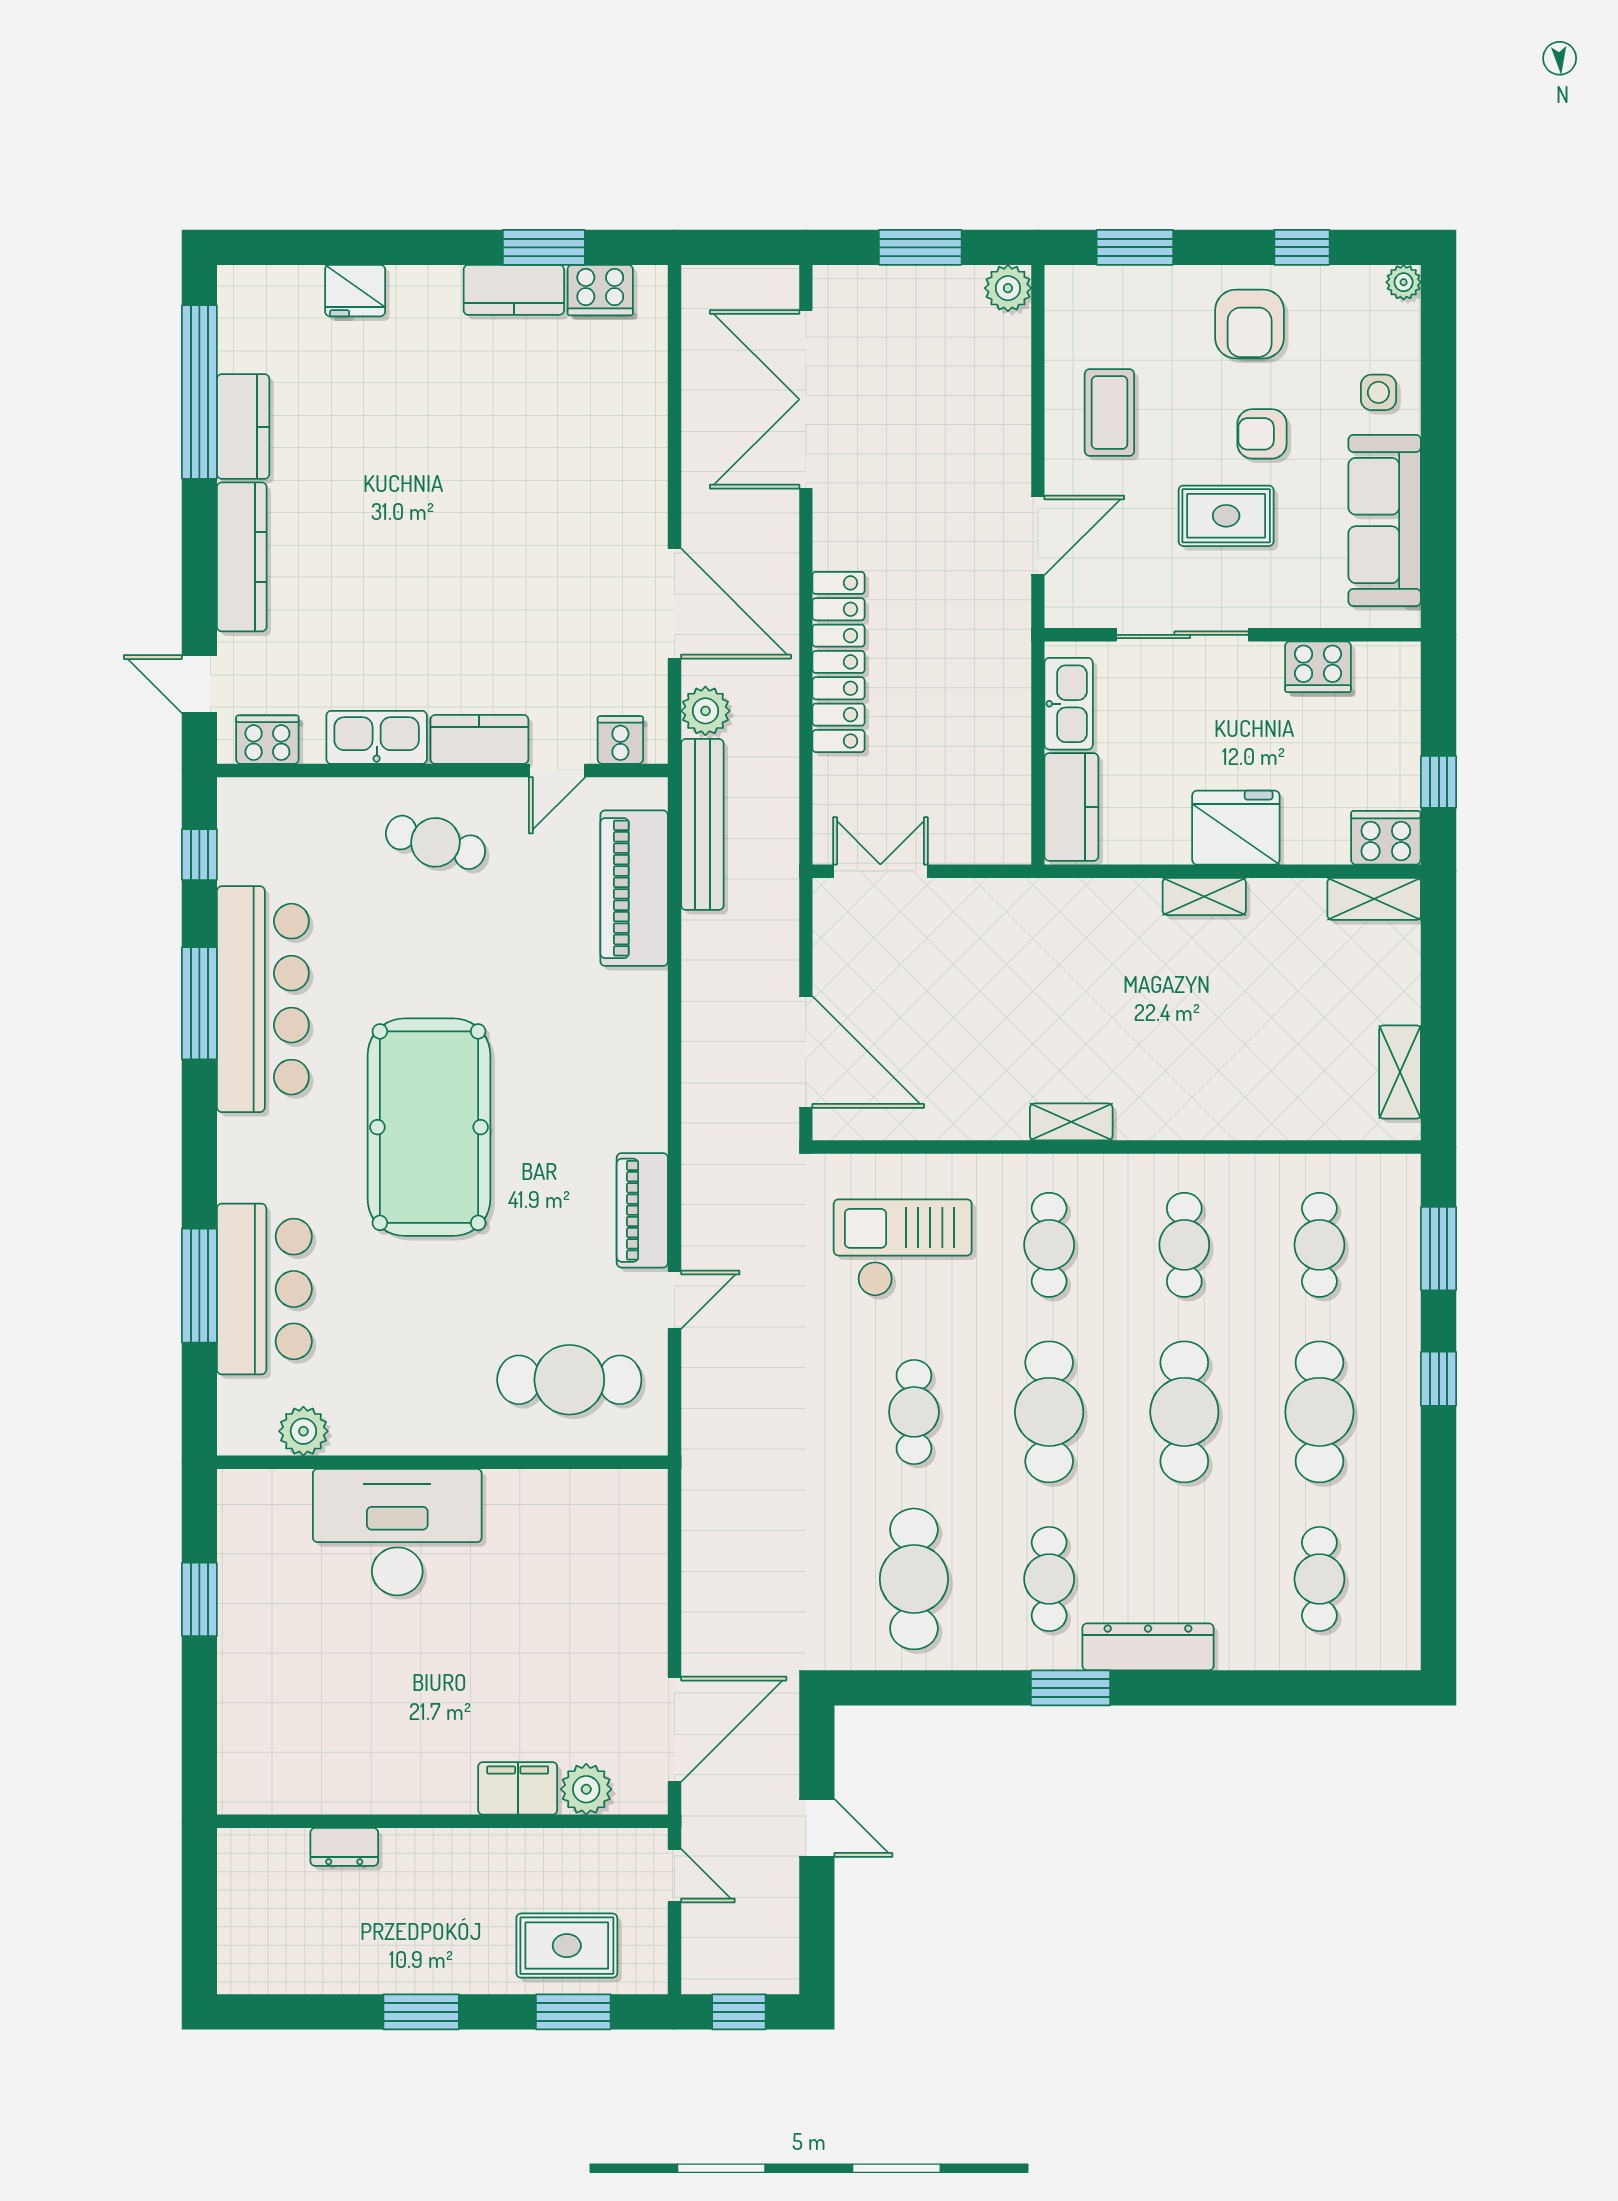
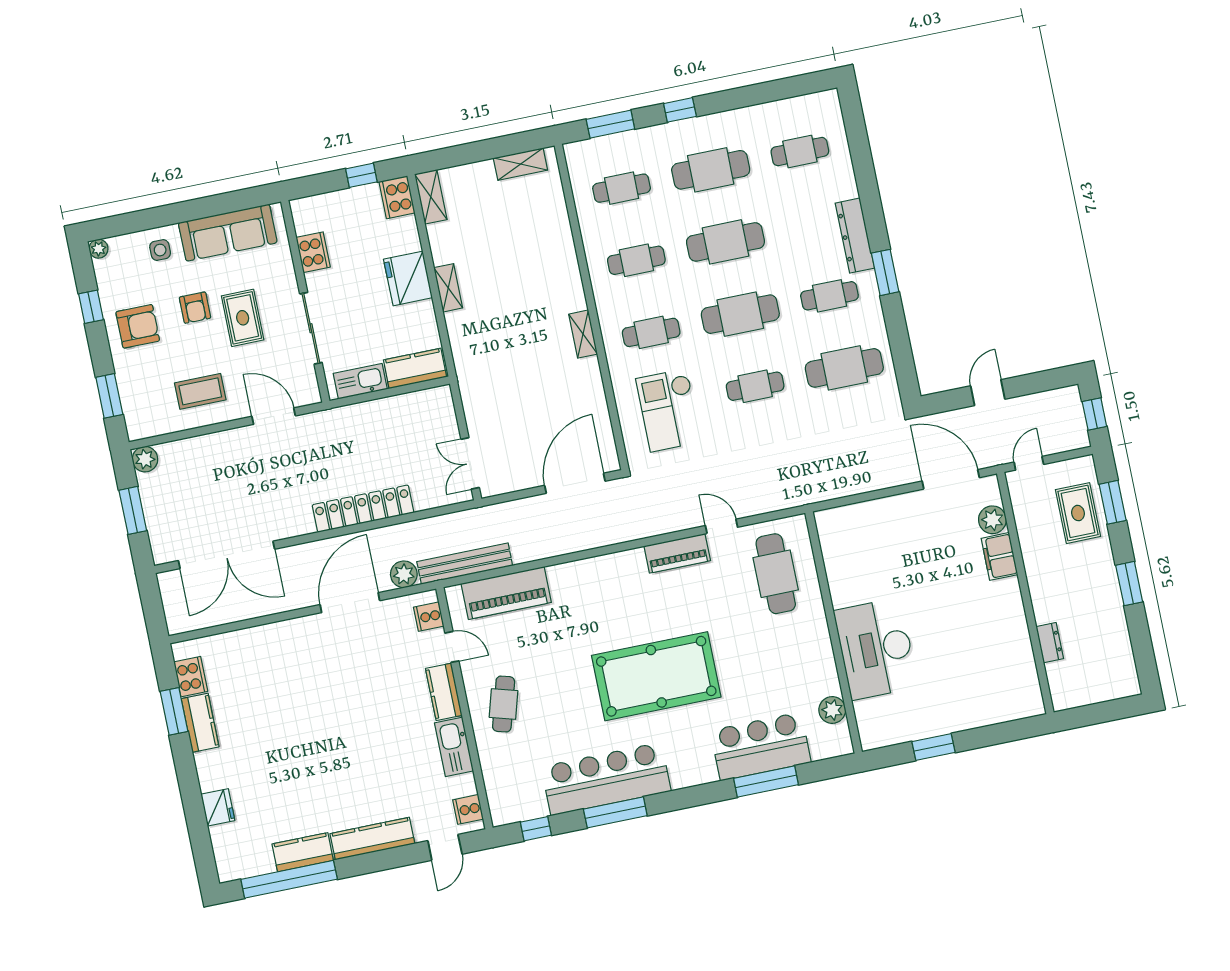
cooker: (267, 740) -> (468, 809), width x0.73

